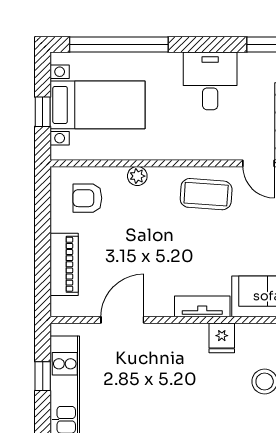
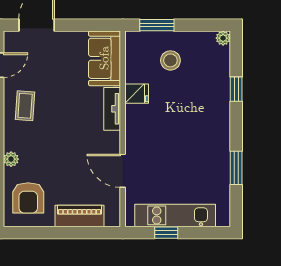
coffee table: (206, 194) -> (25, 106), width x0.73, depth x0.77
armchair: (87, 198) -> (28, 198), width x1.38, depth x1.38

